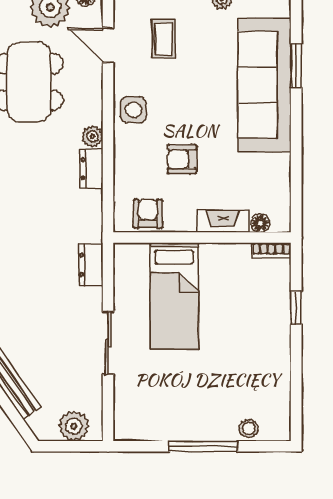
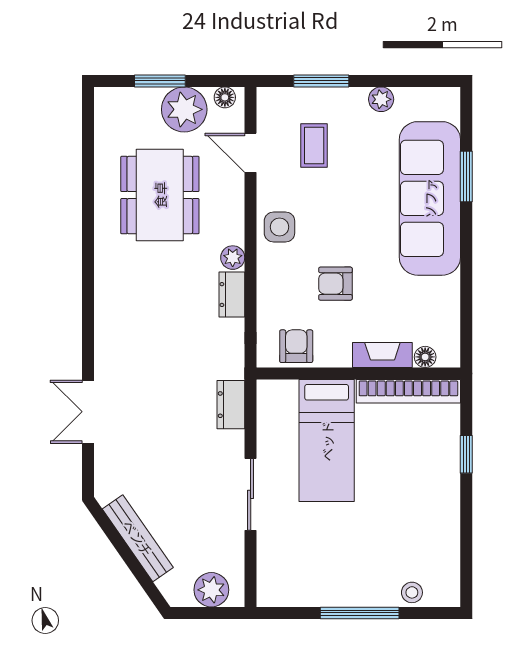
bookcase: (271, 251) -> (408, 391), width x2.31, depth x1.31

